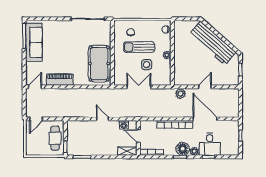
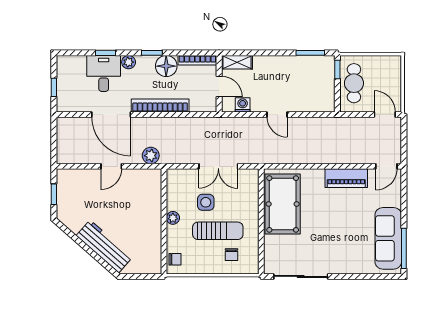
workbench: (213, 43) -> (104, 246), width x0.73, depth x0.76
door: (36, 119) -> (385, 114), hinge flipped
floor lamp: (183, 149) -> (166, 66), moved

